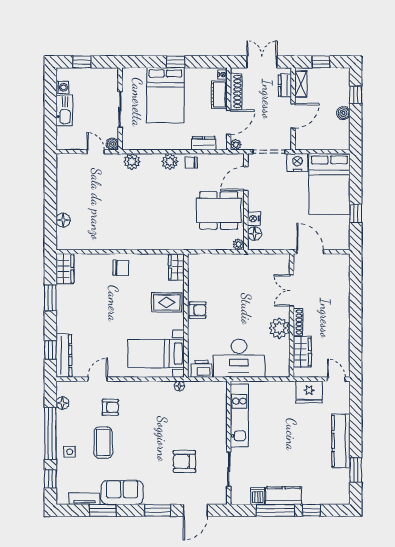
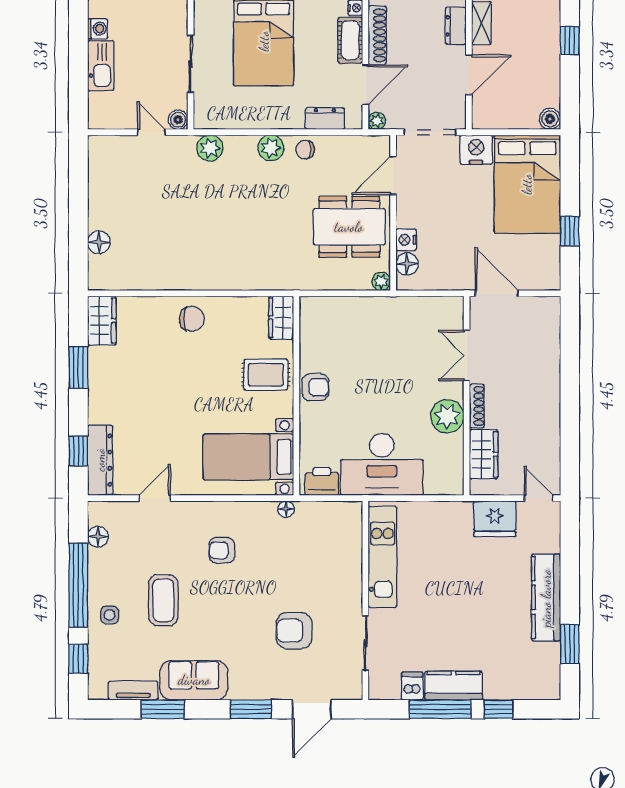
boiler: (343, 113) -> (550, 119), moved
armchair: (110, 407) -> (222, 550), moved, turned 180

